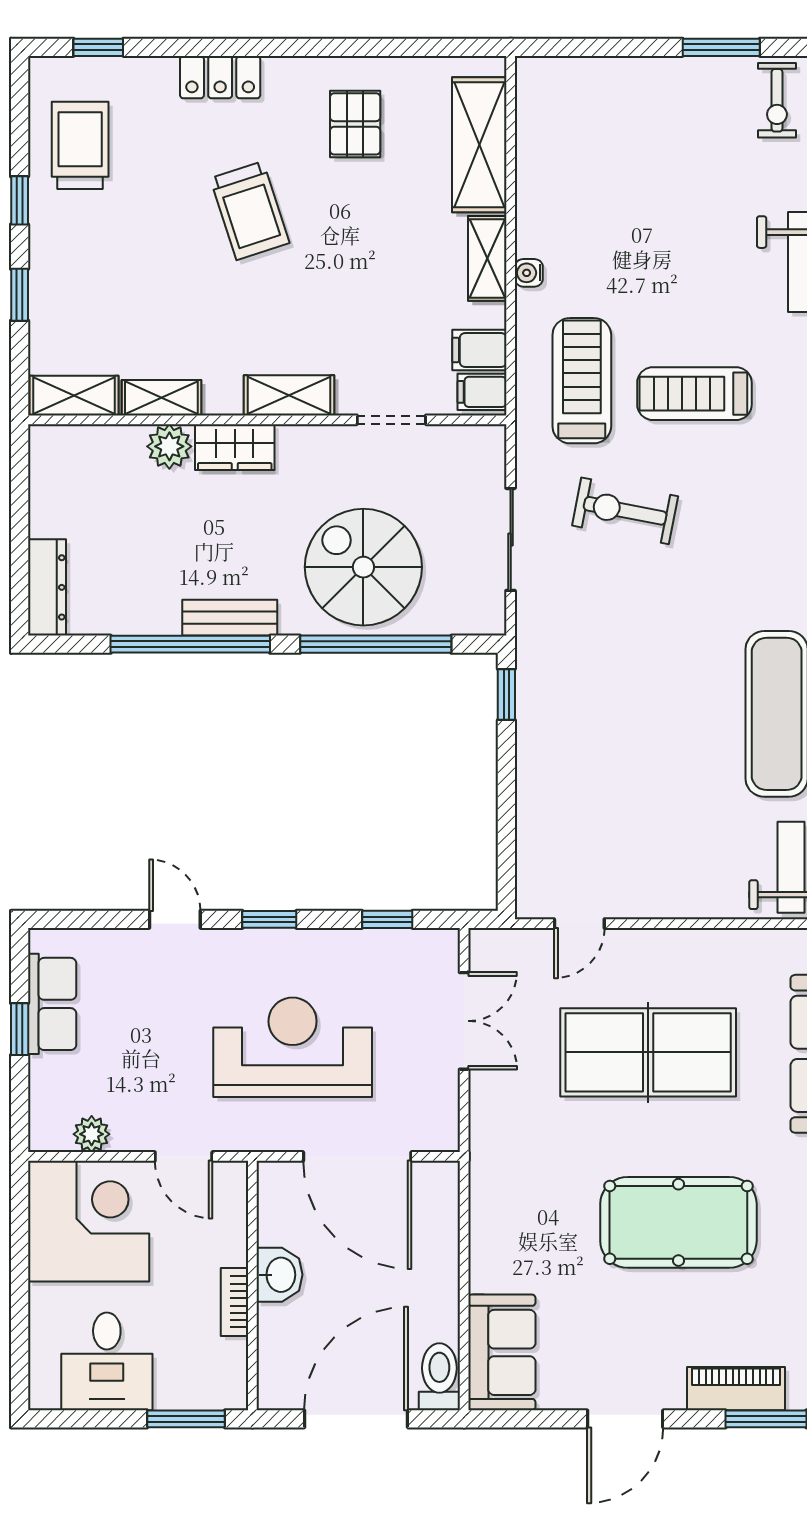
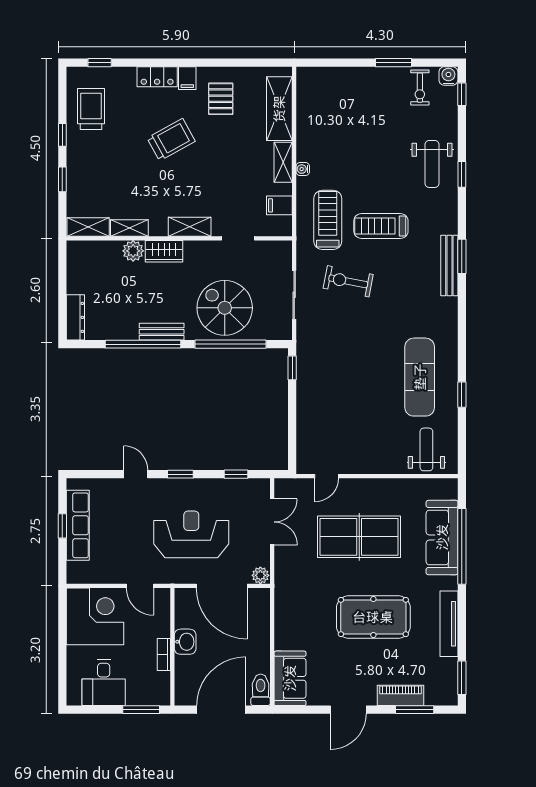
trolley: (250, 211) -> (171, 140), turned -101
filing cabinet: (482, 392) -> (187, 78), moved, turned -90
row of seats: (52, 1004) -> (78, 525), width x1.48
plant: (92, 1134) -> (260, 575), moved

